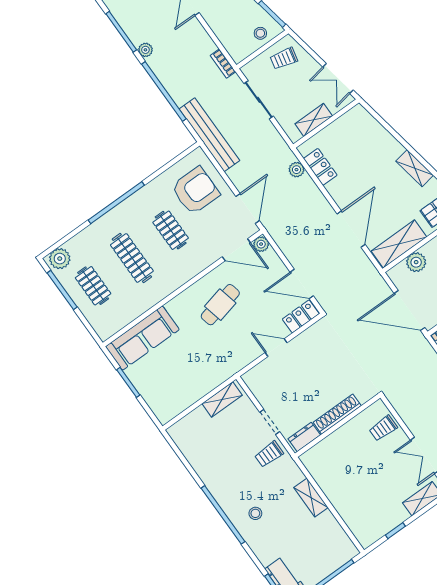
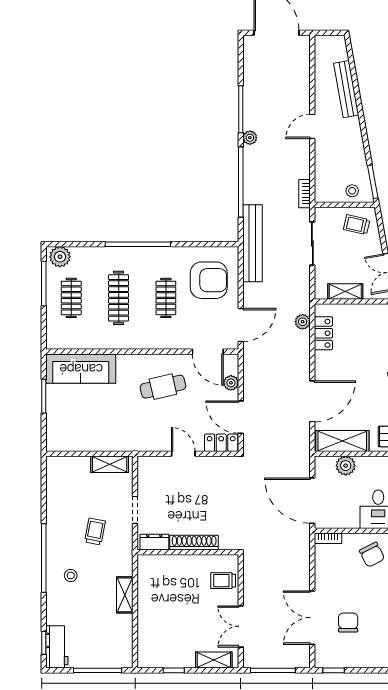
plant: (261, 244) -> (231, 383), moved
trolley: (269, 454) -> (95, 532), moved, turned 101

